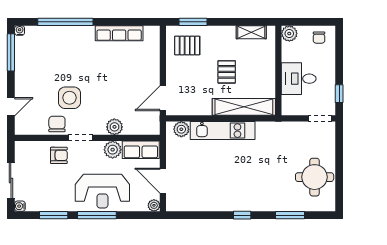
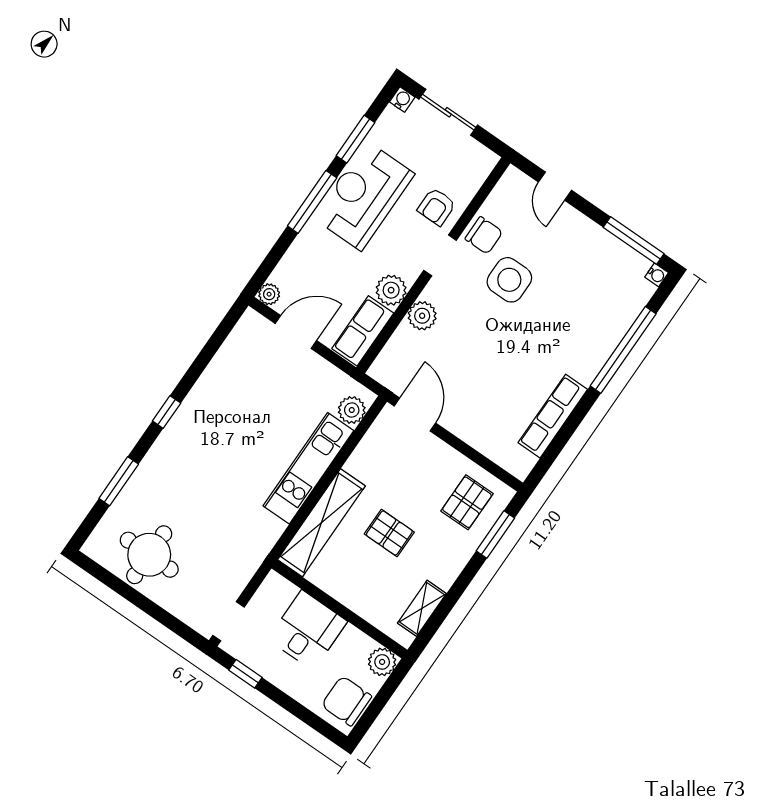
chair: (319, 38) -> (346, 701), width x1.87, depth x1.87
reception desk: (102, 191) -> (364, 196), moved

